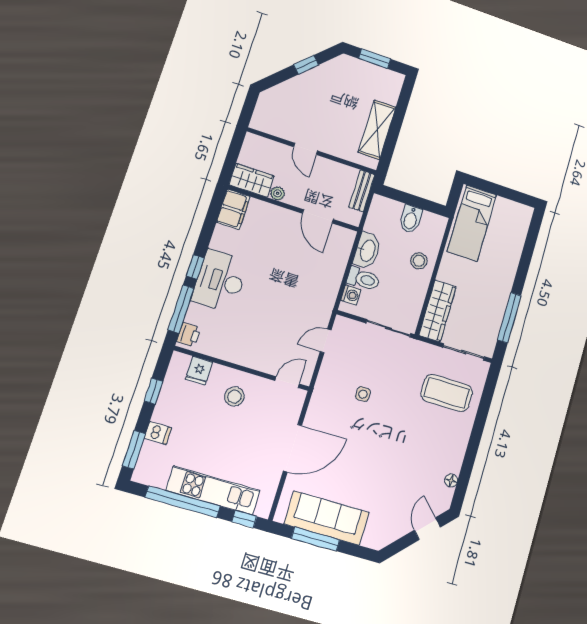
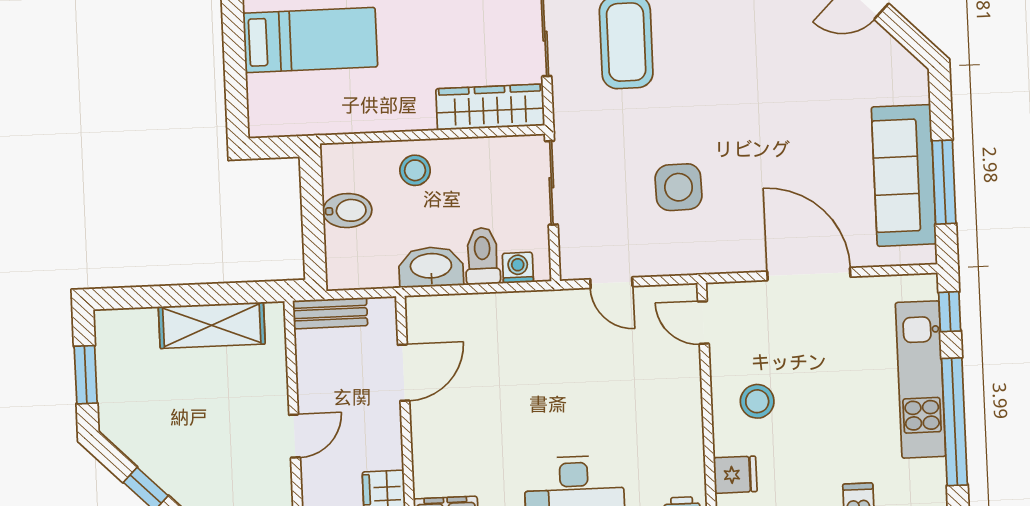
plant: (278, 193) -> (390, 455), removed
bed: (472, 223) -> (310, 40), moved
side table: (363, 394) -> (679, 187), width x1.87, depth x1.87

